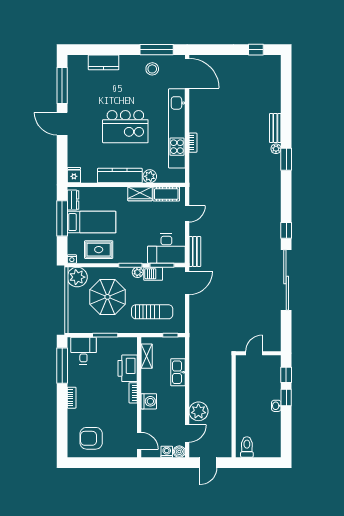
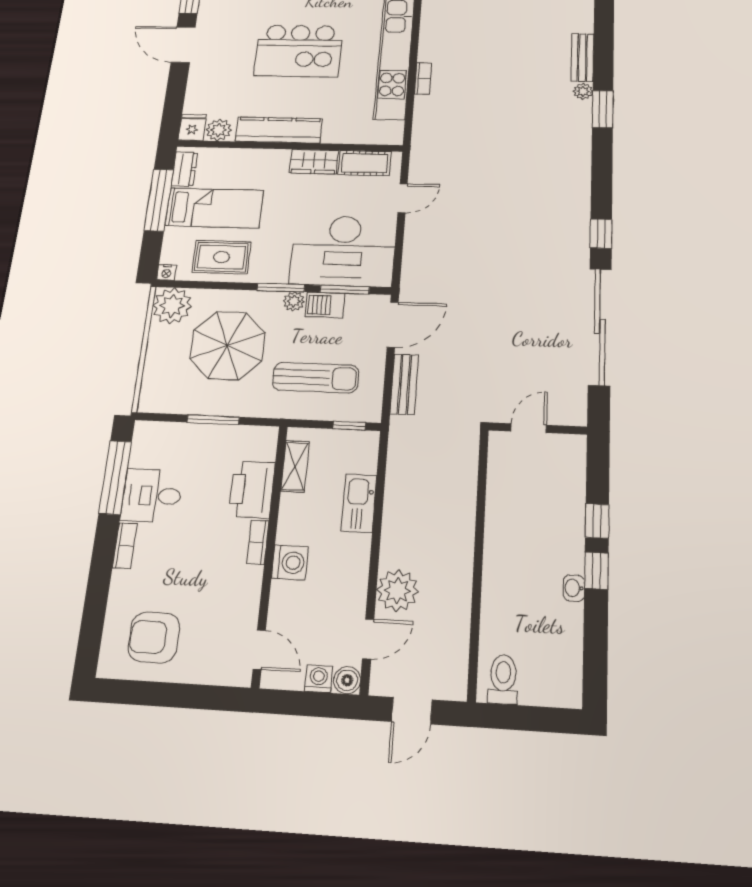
plant: (150, 176) -> (219, 130), moved
desk: (166, 249) -> (343, 251), width x1.36, depth x1.30
bench: (195, 252) -> (404, 384), moved
desk: (83, 351) -> (152, 496), moved, turned -90
door: (254, 353) -> (529, 428), moved
wall: (258, 353) -> (538, 429), moved

